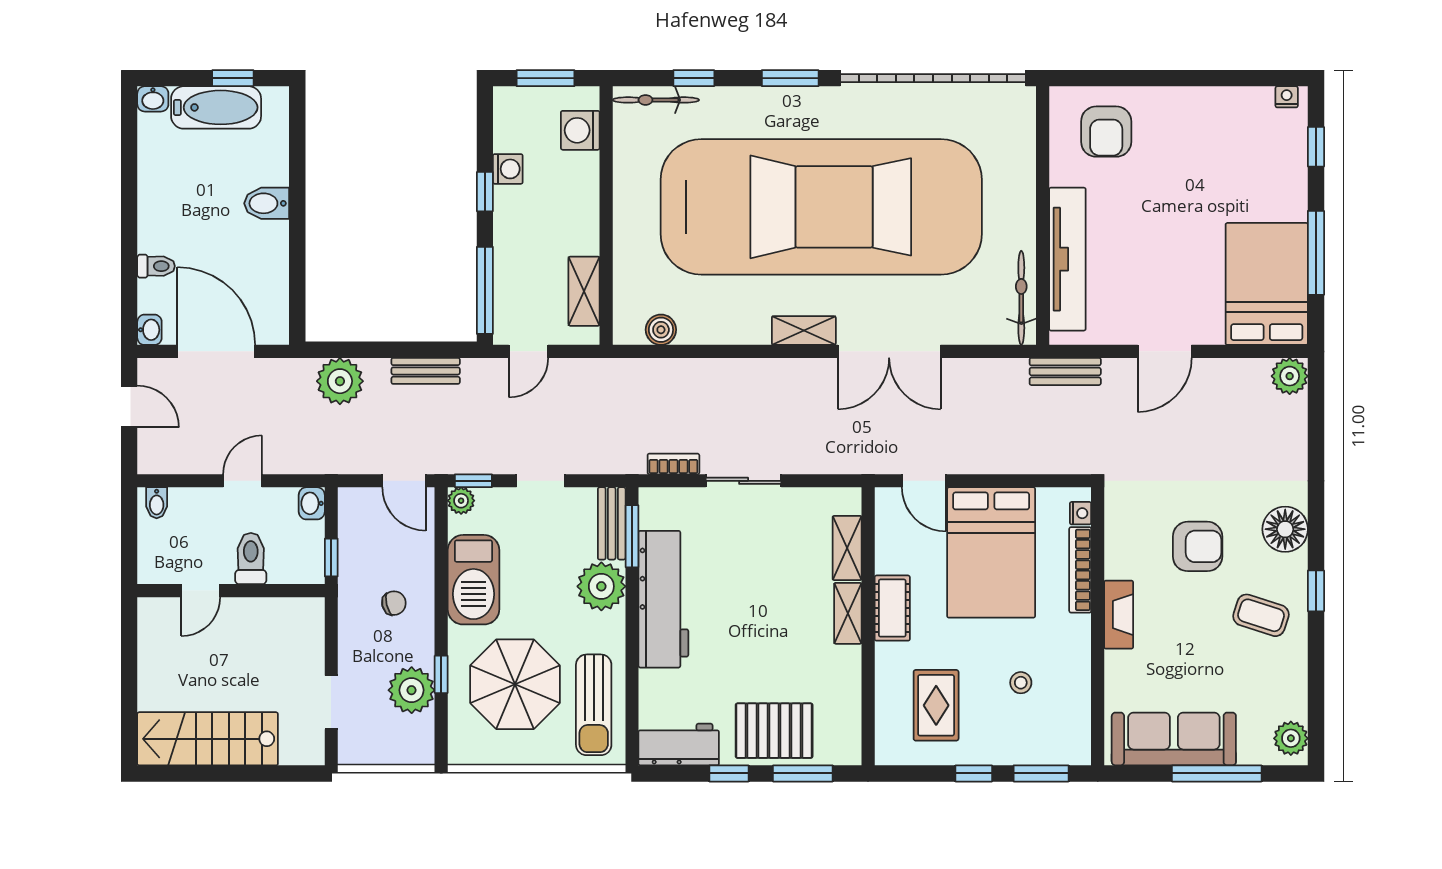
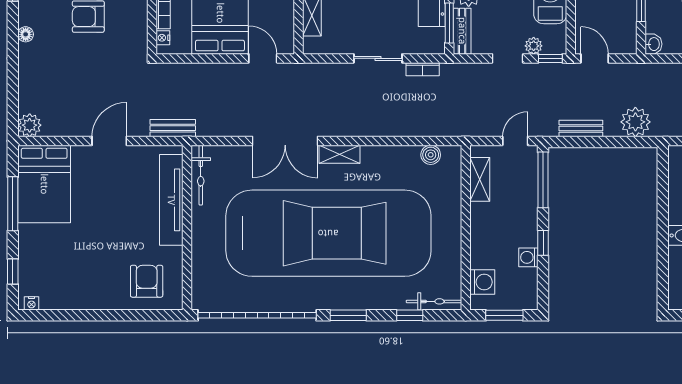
car: (821, 207) -> (328, 233), turned 180
double door: (889, 351) -> (285, 141), swing flipped
plant: (461, 501) -> (534, 46), moved
floor lamp: (1285, 529) -> (26, 34), width x0.53, depth x0.53

